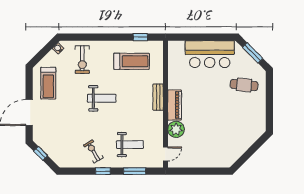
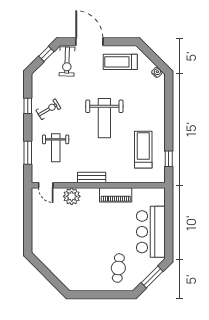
exercise bike: (82, 60) -> (67, 62), moved, turned -88
treadmill: (132, 61) -> (143, 150), turned 180
bench: (158, 97) -> (92, 178), moved
weight bench: (102, 98) -> (104, 118), width x1.36, depth x1.33
piano: (175, 105) -> (116, 195), moved
window: (103, 171) -> (28, 106), moved

